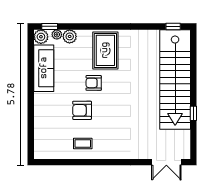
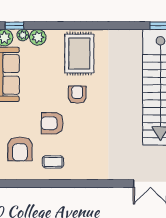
armchair: (94, 83) -> (77, 95), moved, turned 90
armchair: (54, 132) -> (20, 149), added

